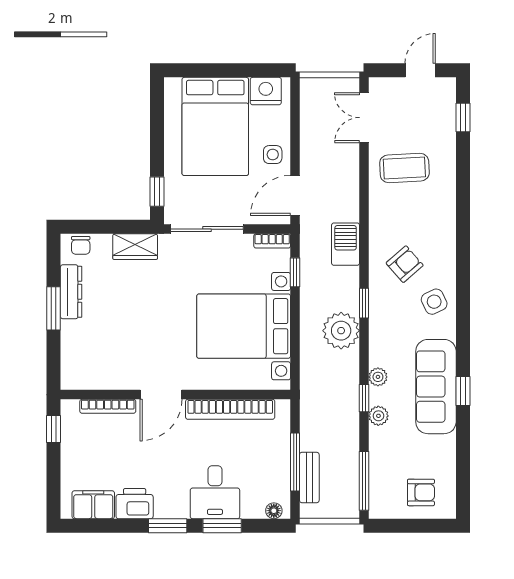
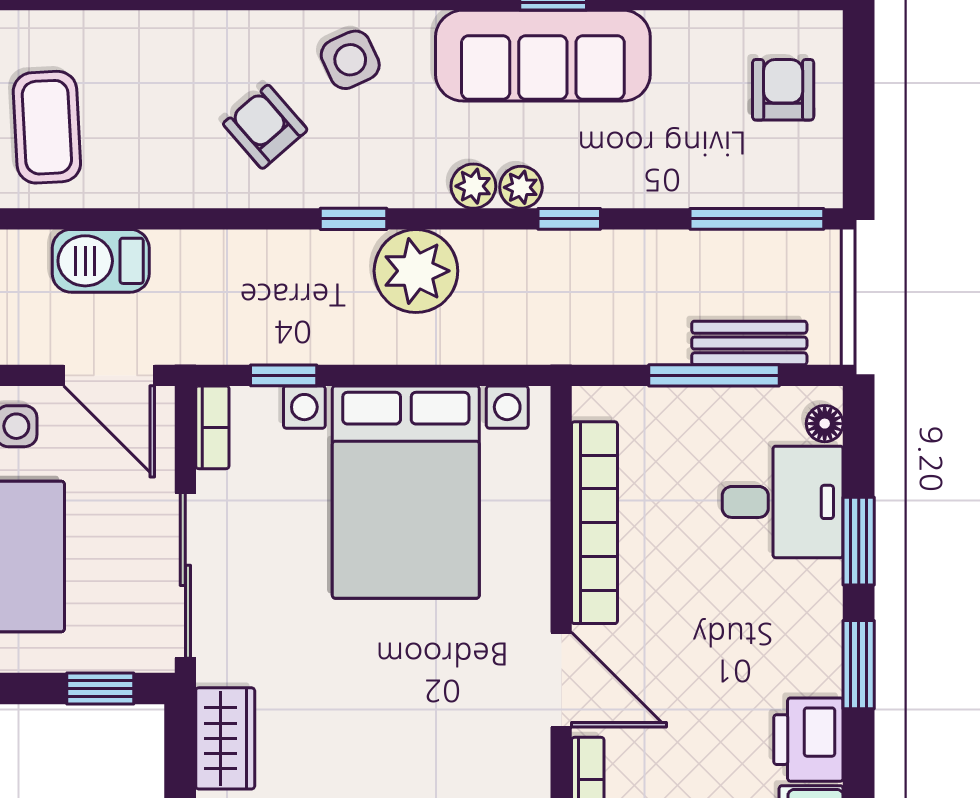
barbecue: (346, 244) -> (101, 261), moved
plant: (378, 416) -> (473, 186), moved
desk: (215, 492) -> (783, 502), moved

